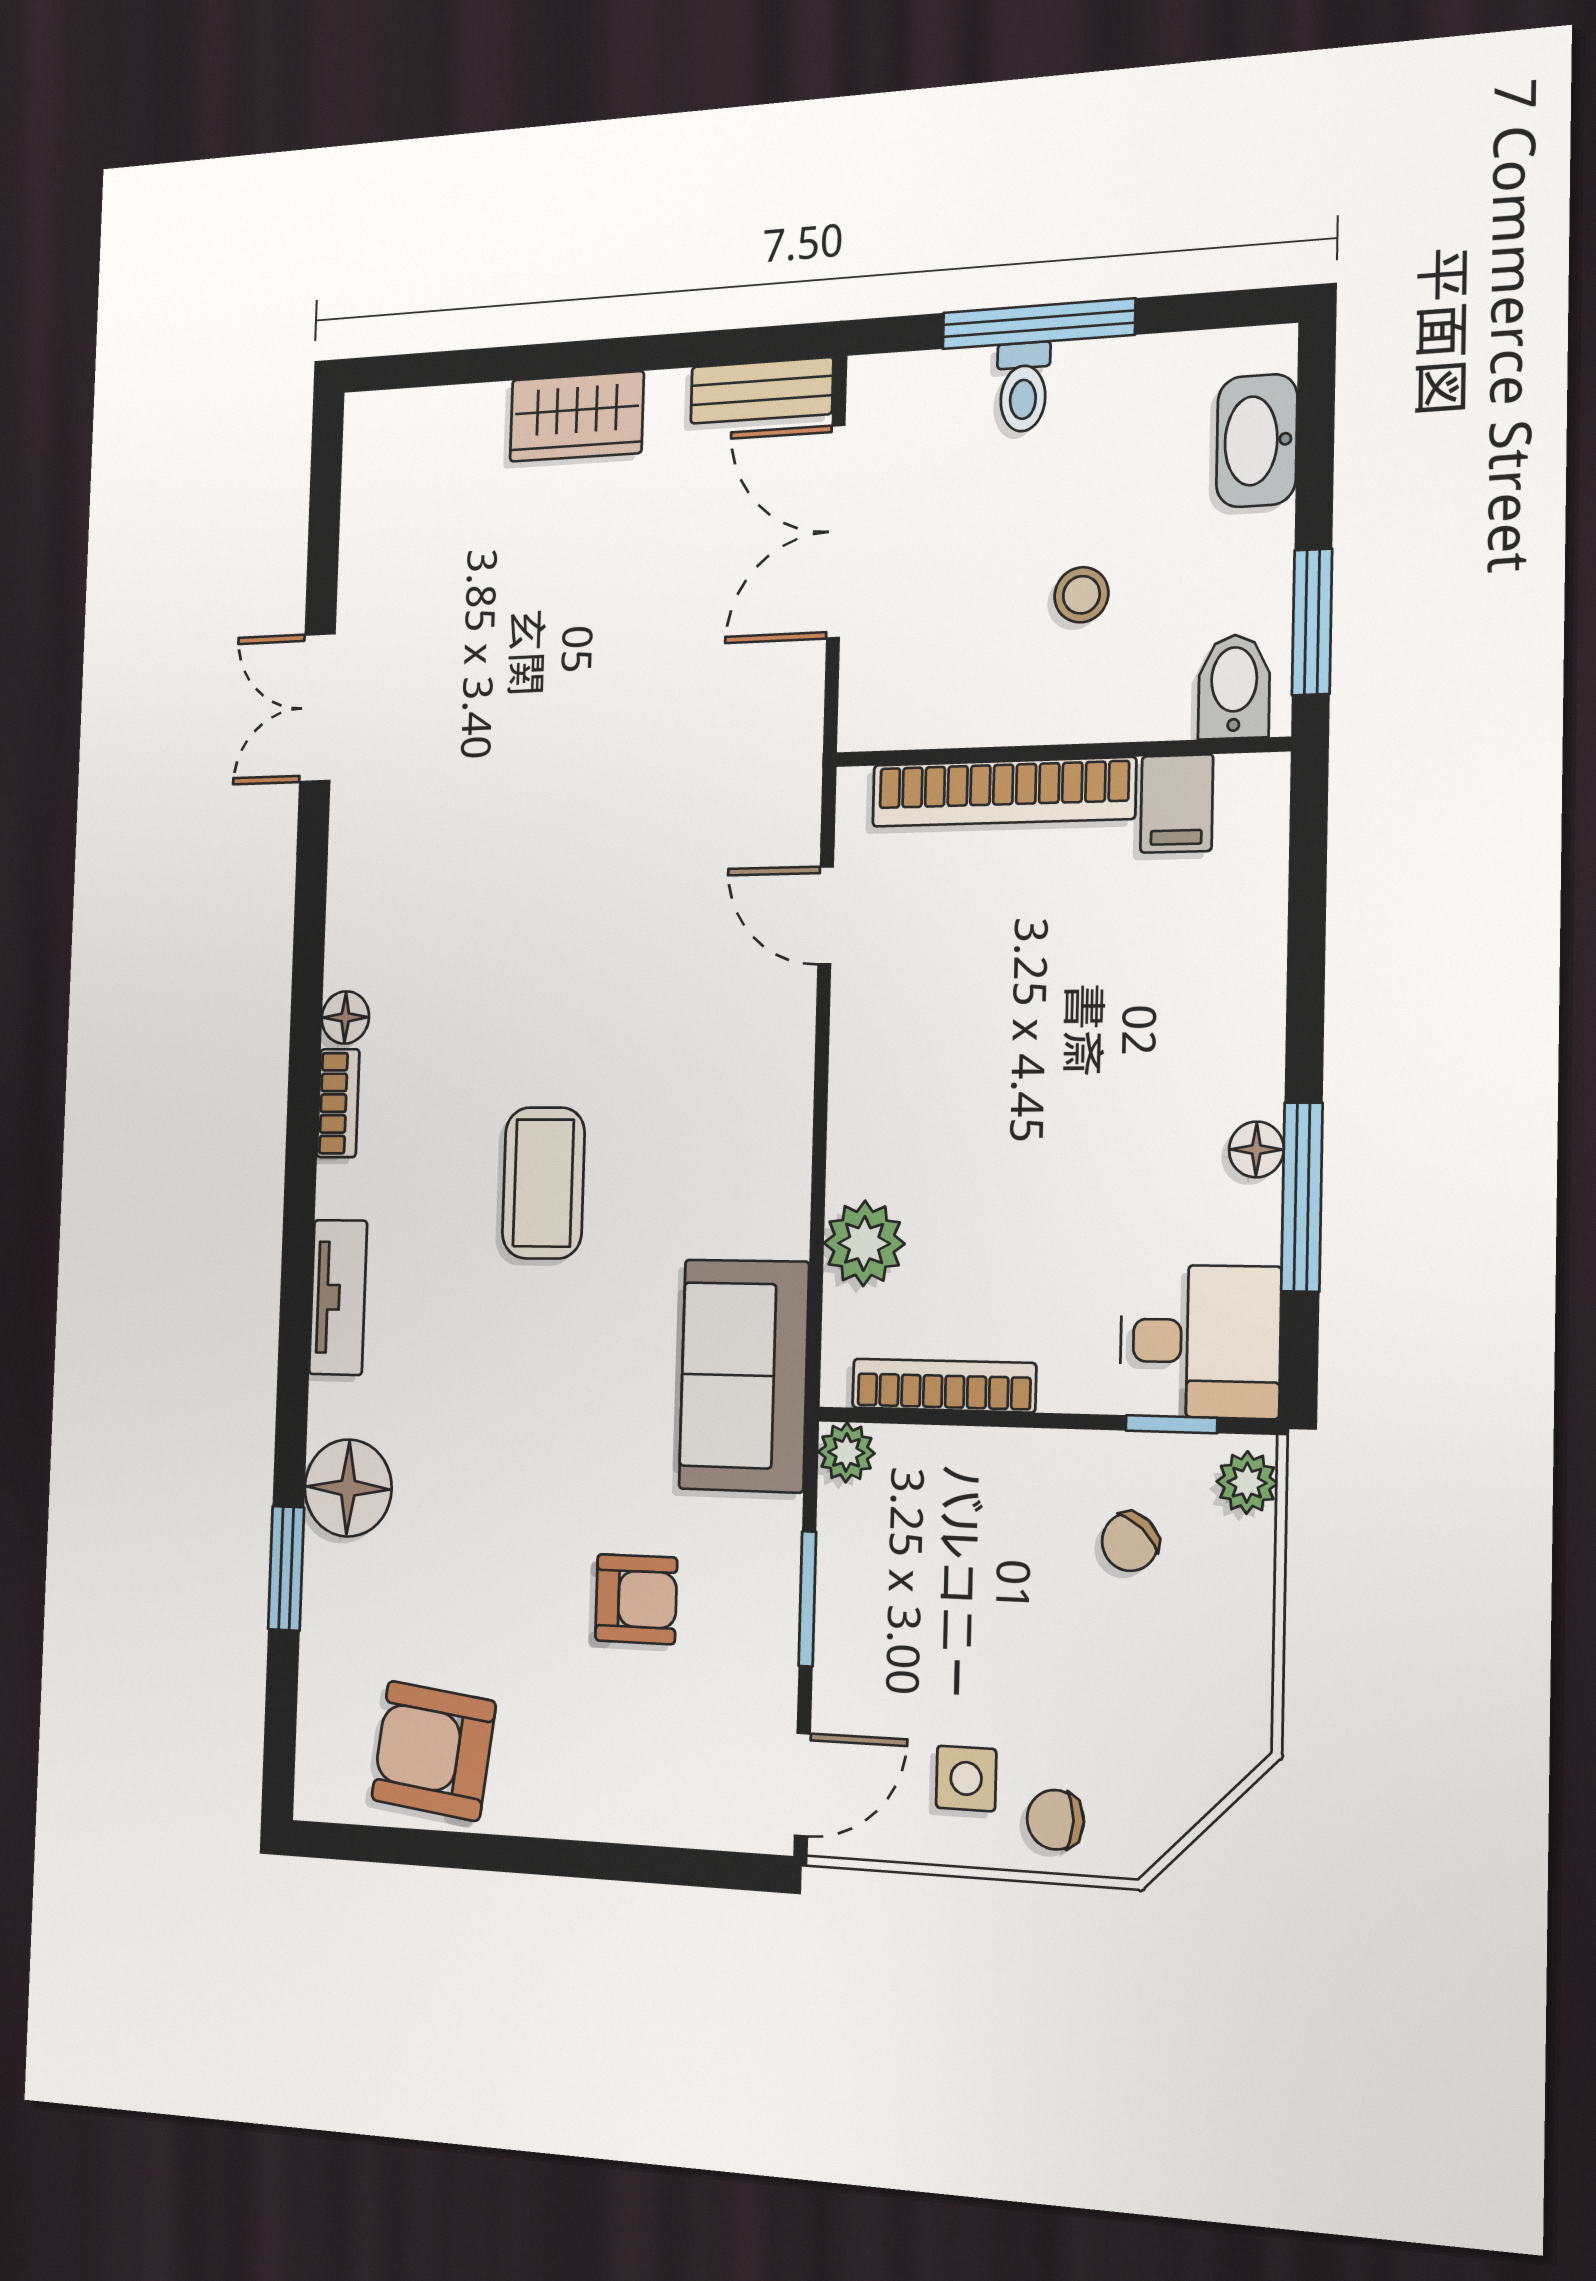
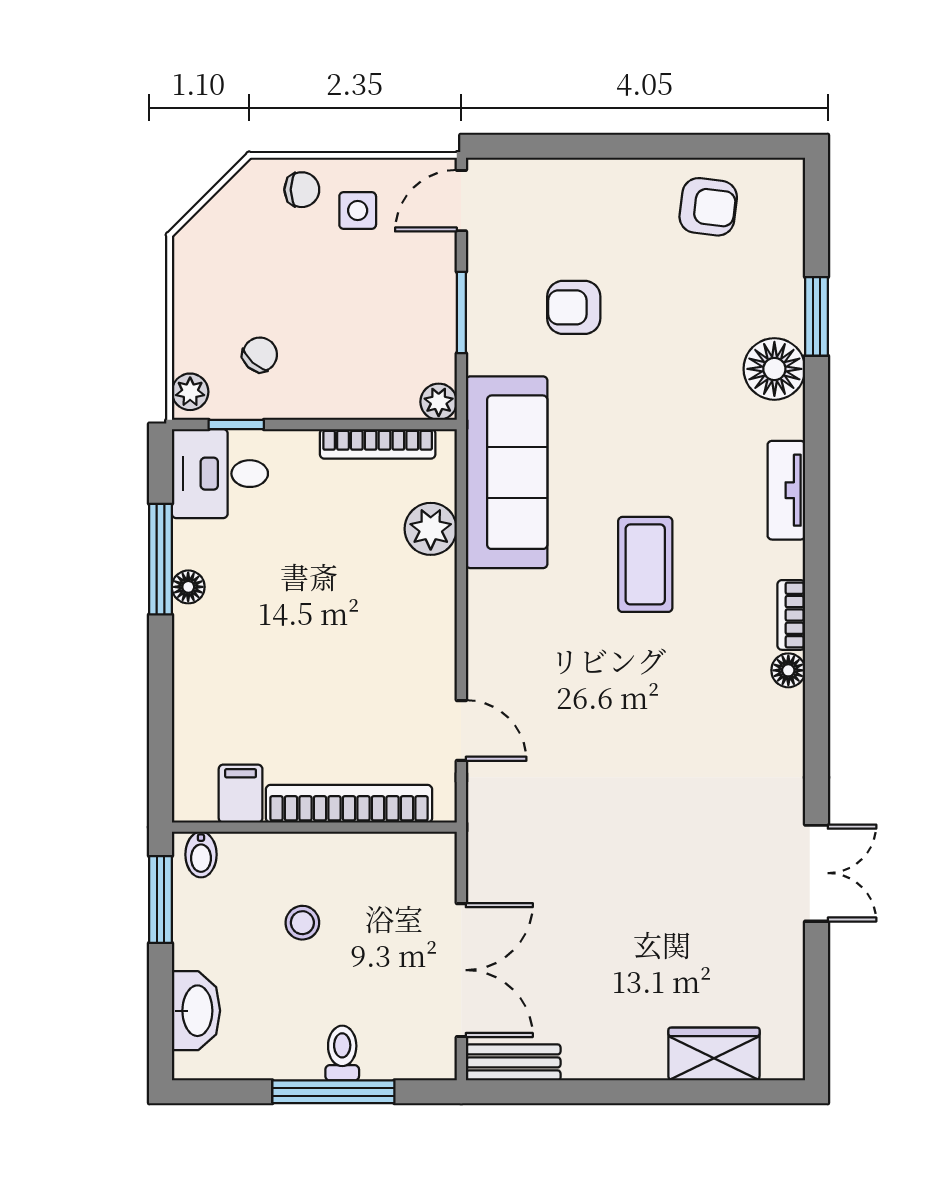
wardrobe: (577, 416) -> (714, 1054), moved
bidet: (1234, 687) -> (201, 855), width x0.72, depth x0.74
sofa: (744, 1375) -> (507, 472), width x1.36
armchair: (434, 1751) -> (708, 207), width x0.72, depth x0.72

